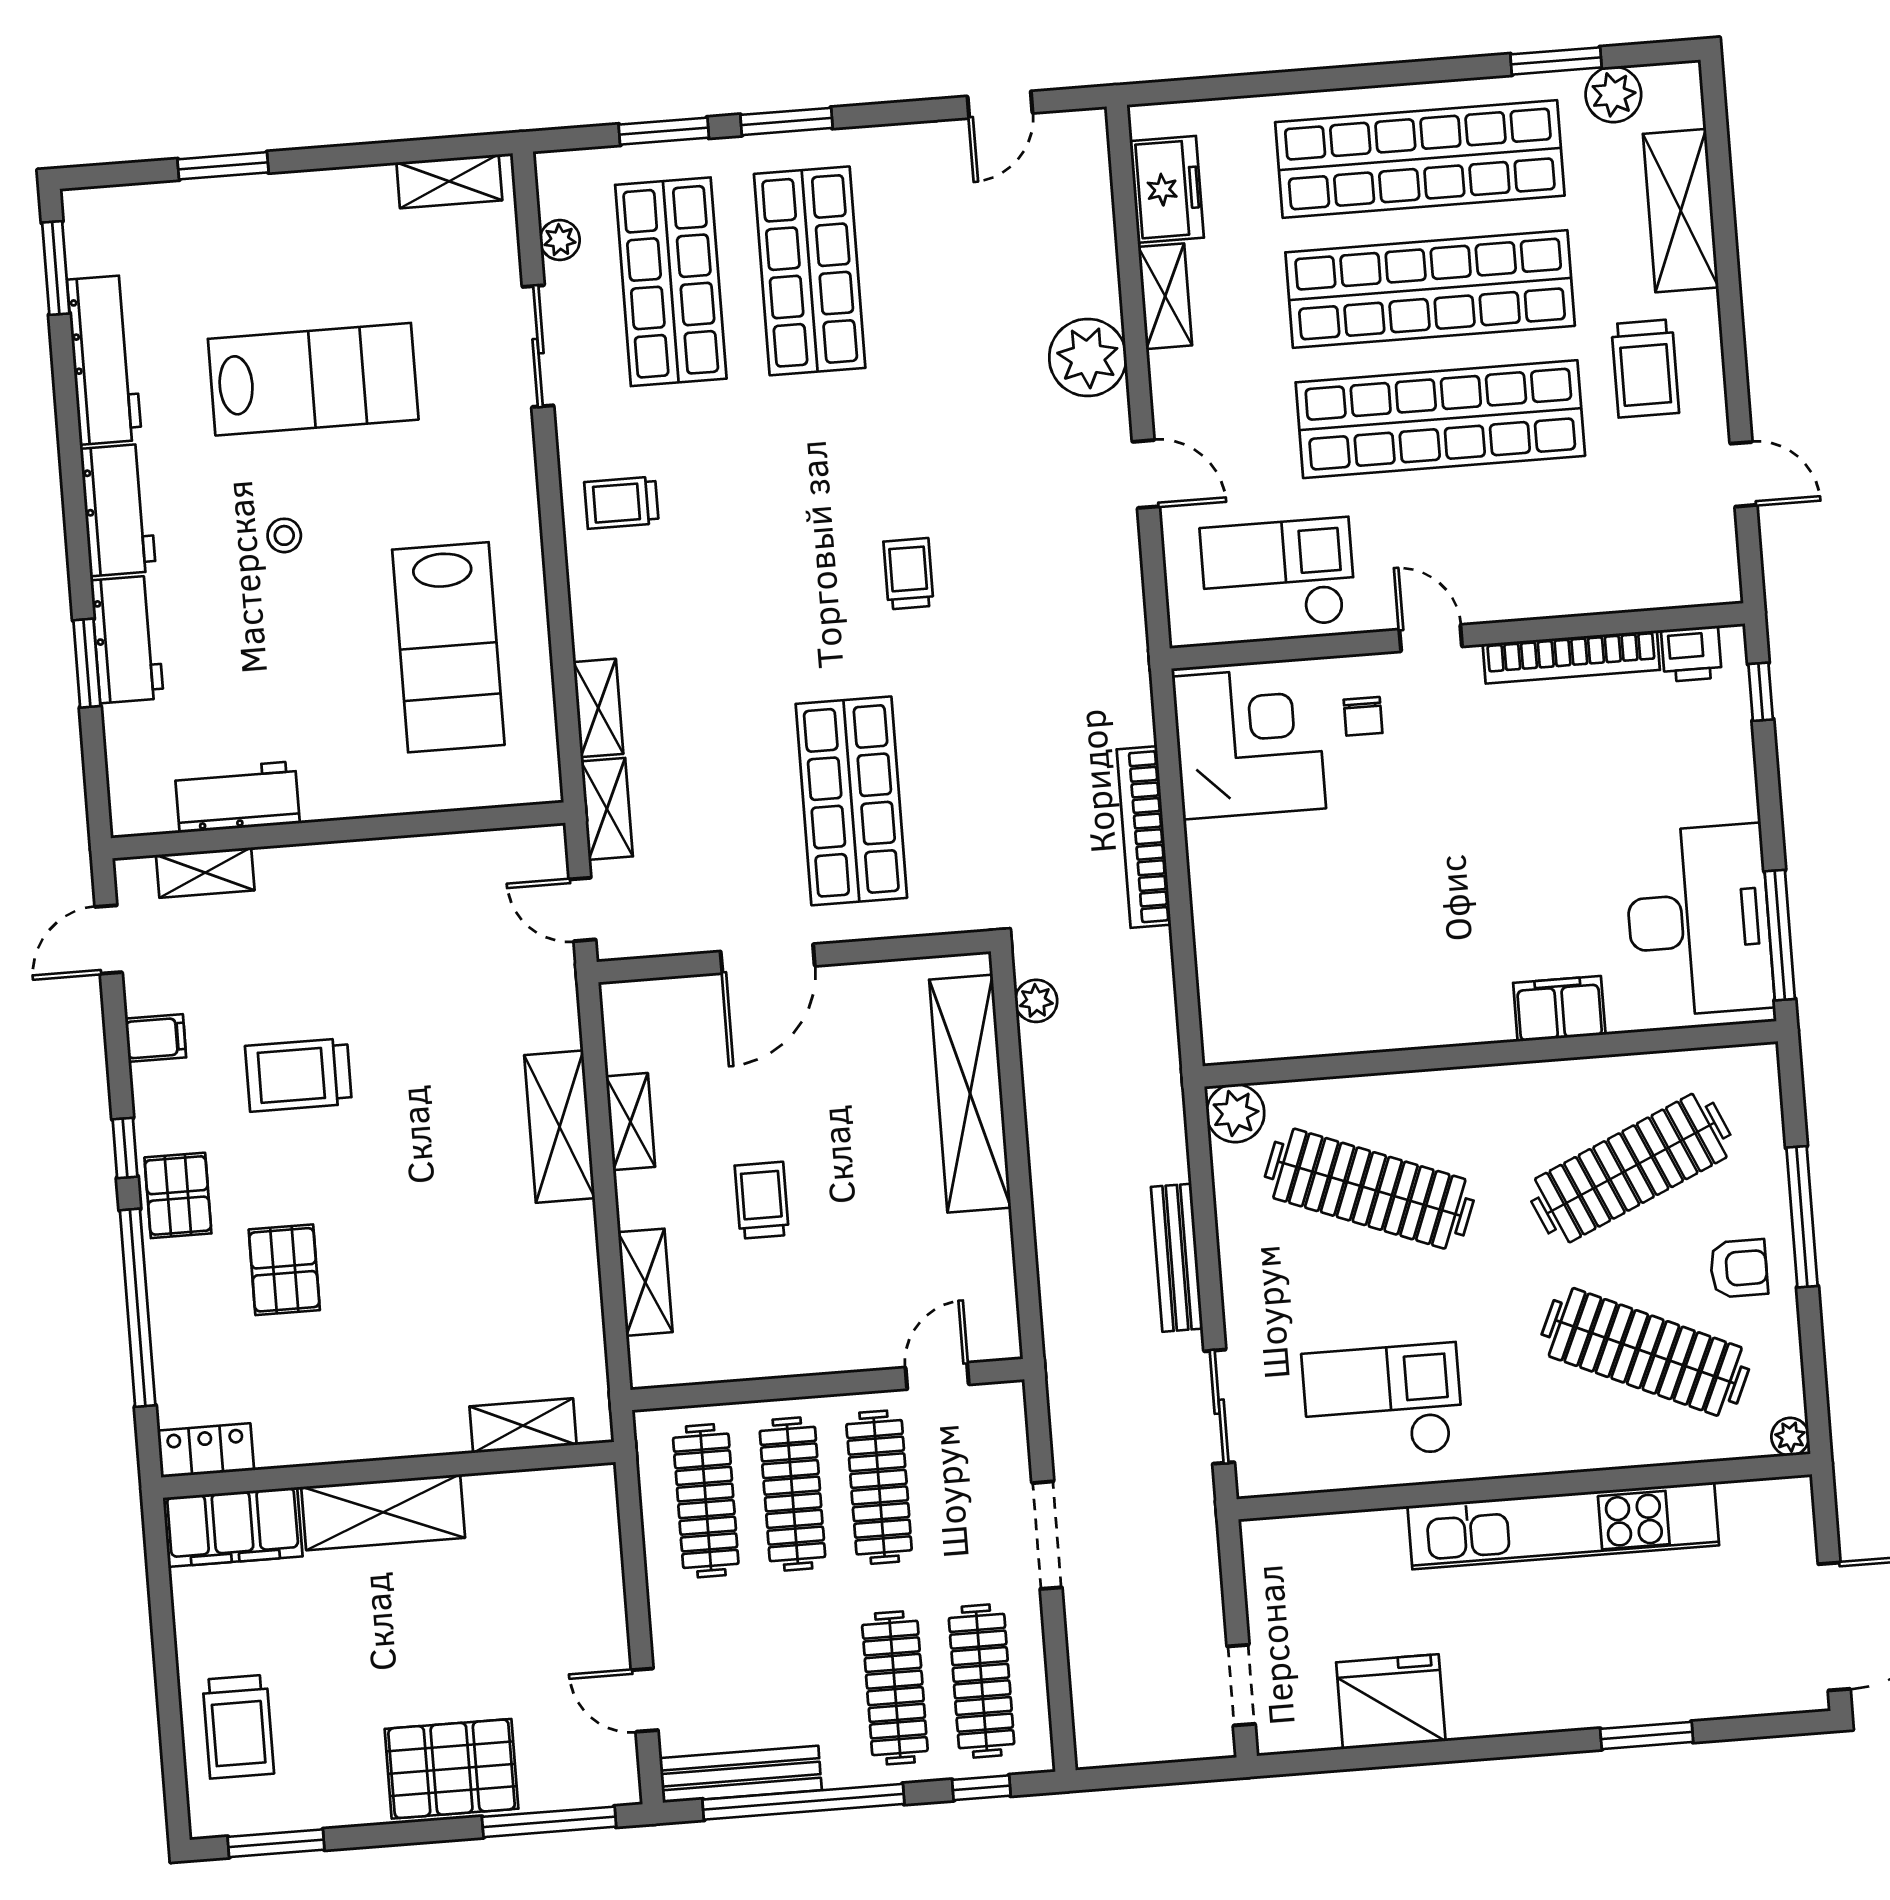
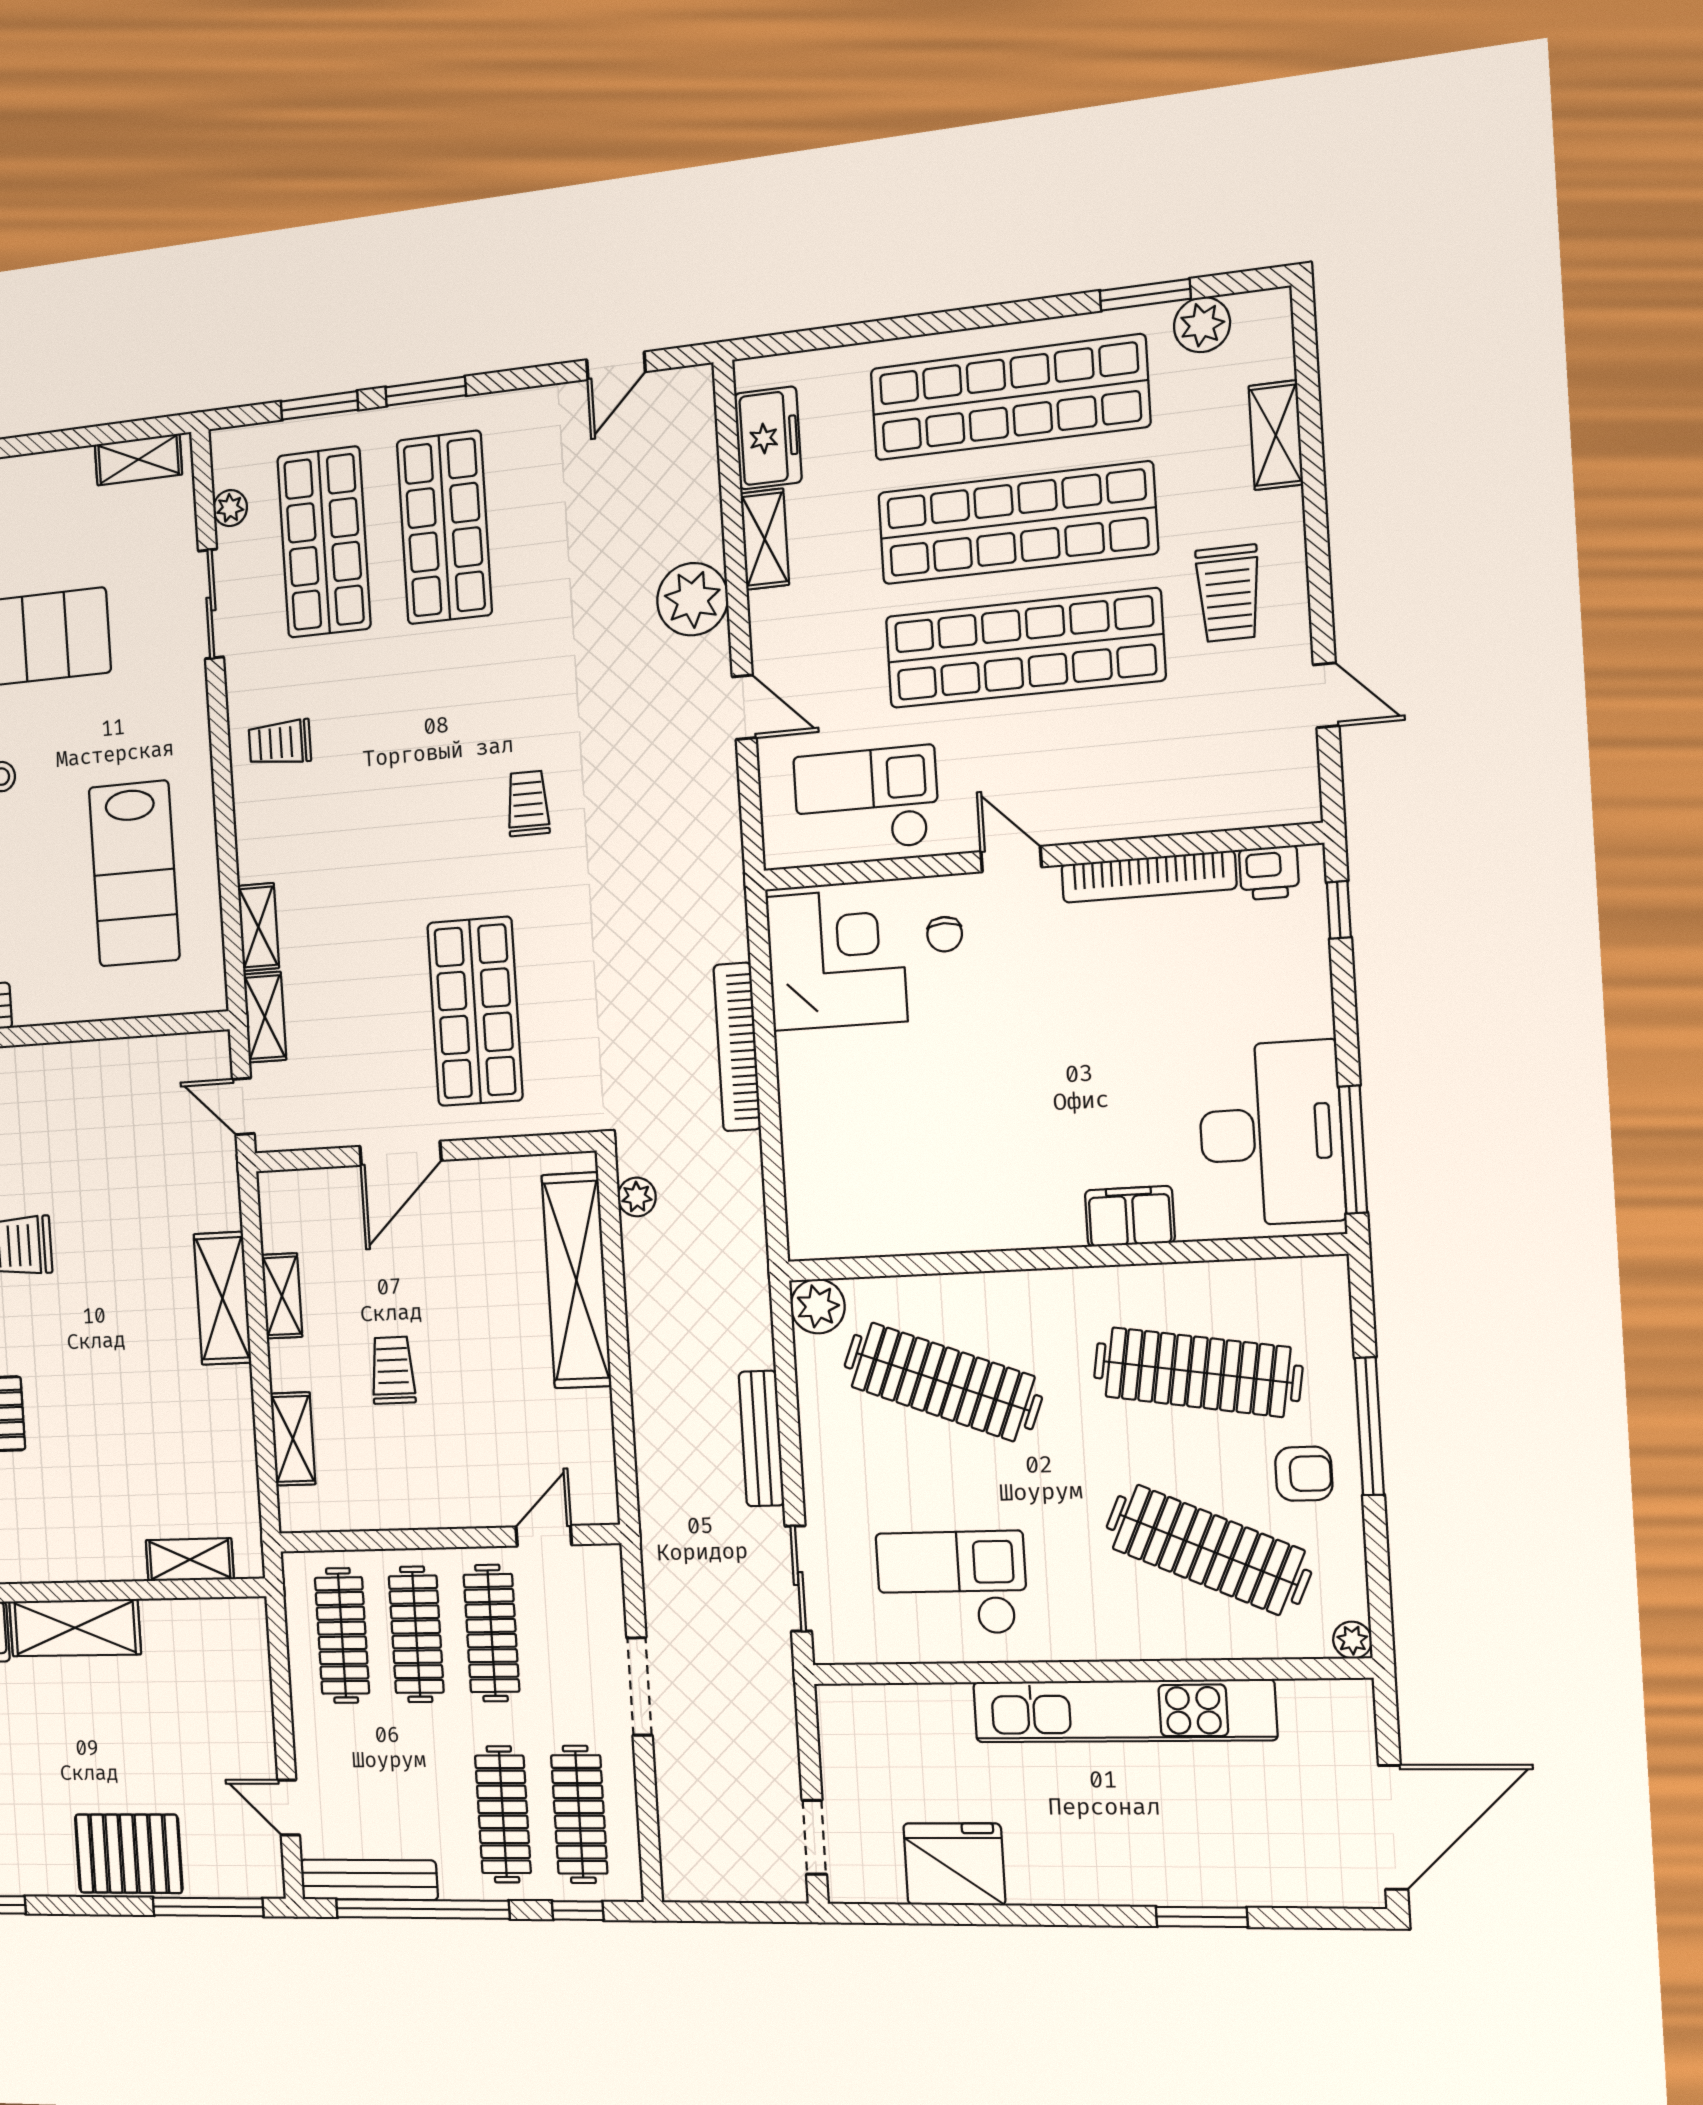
shelving: (1681, 211) -> (1276, 435), width x0.67, depth x0.75
clothes rail: (1631, 1168) -> (1197, 1372), turned 33

